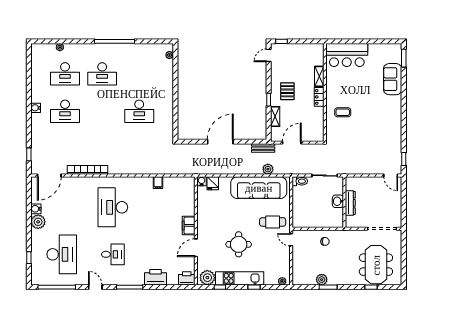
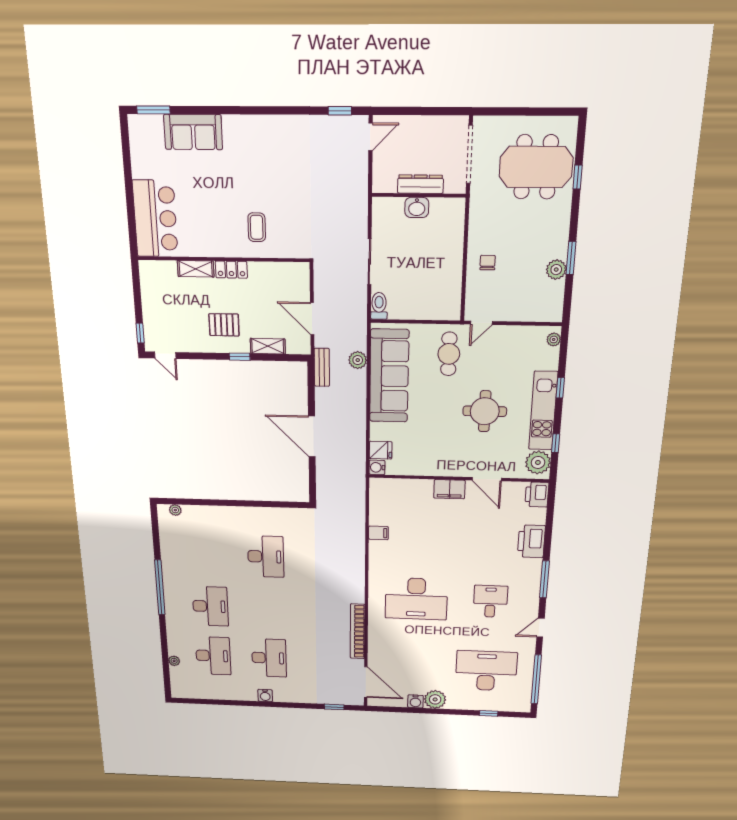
washbasin: (338, 201) -> (417, 207), moved
wall: (344, 202) -> (419, 195), moved
dresser: (350, 203) -> (420, 184), moved

